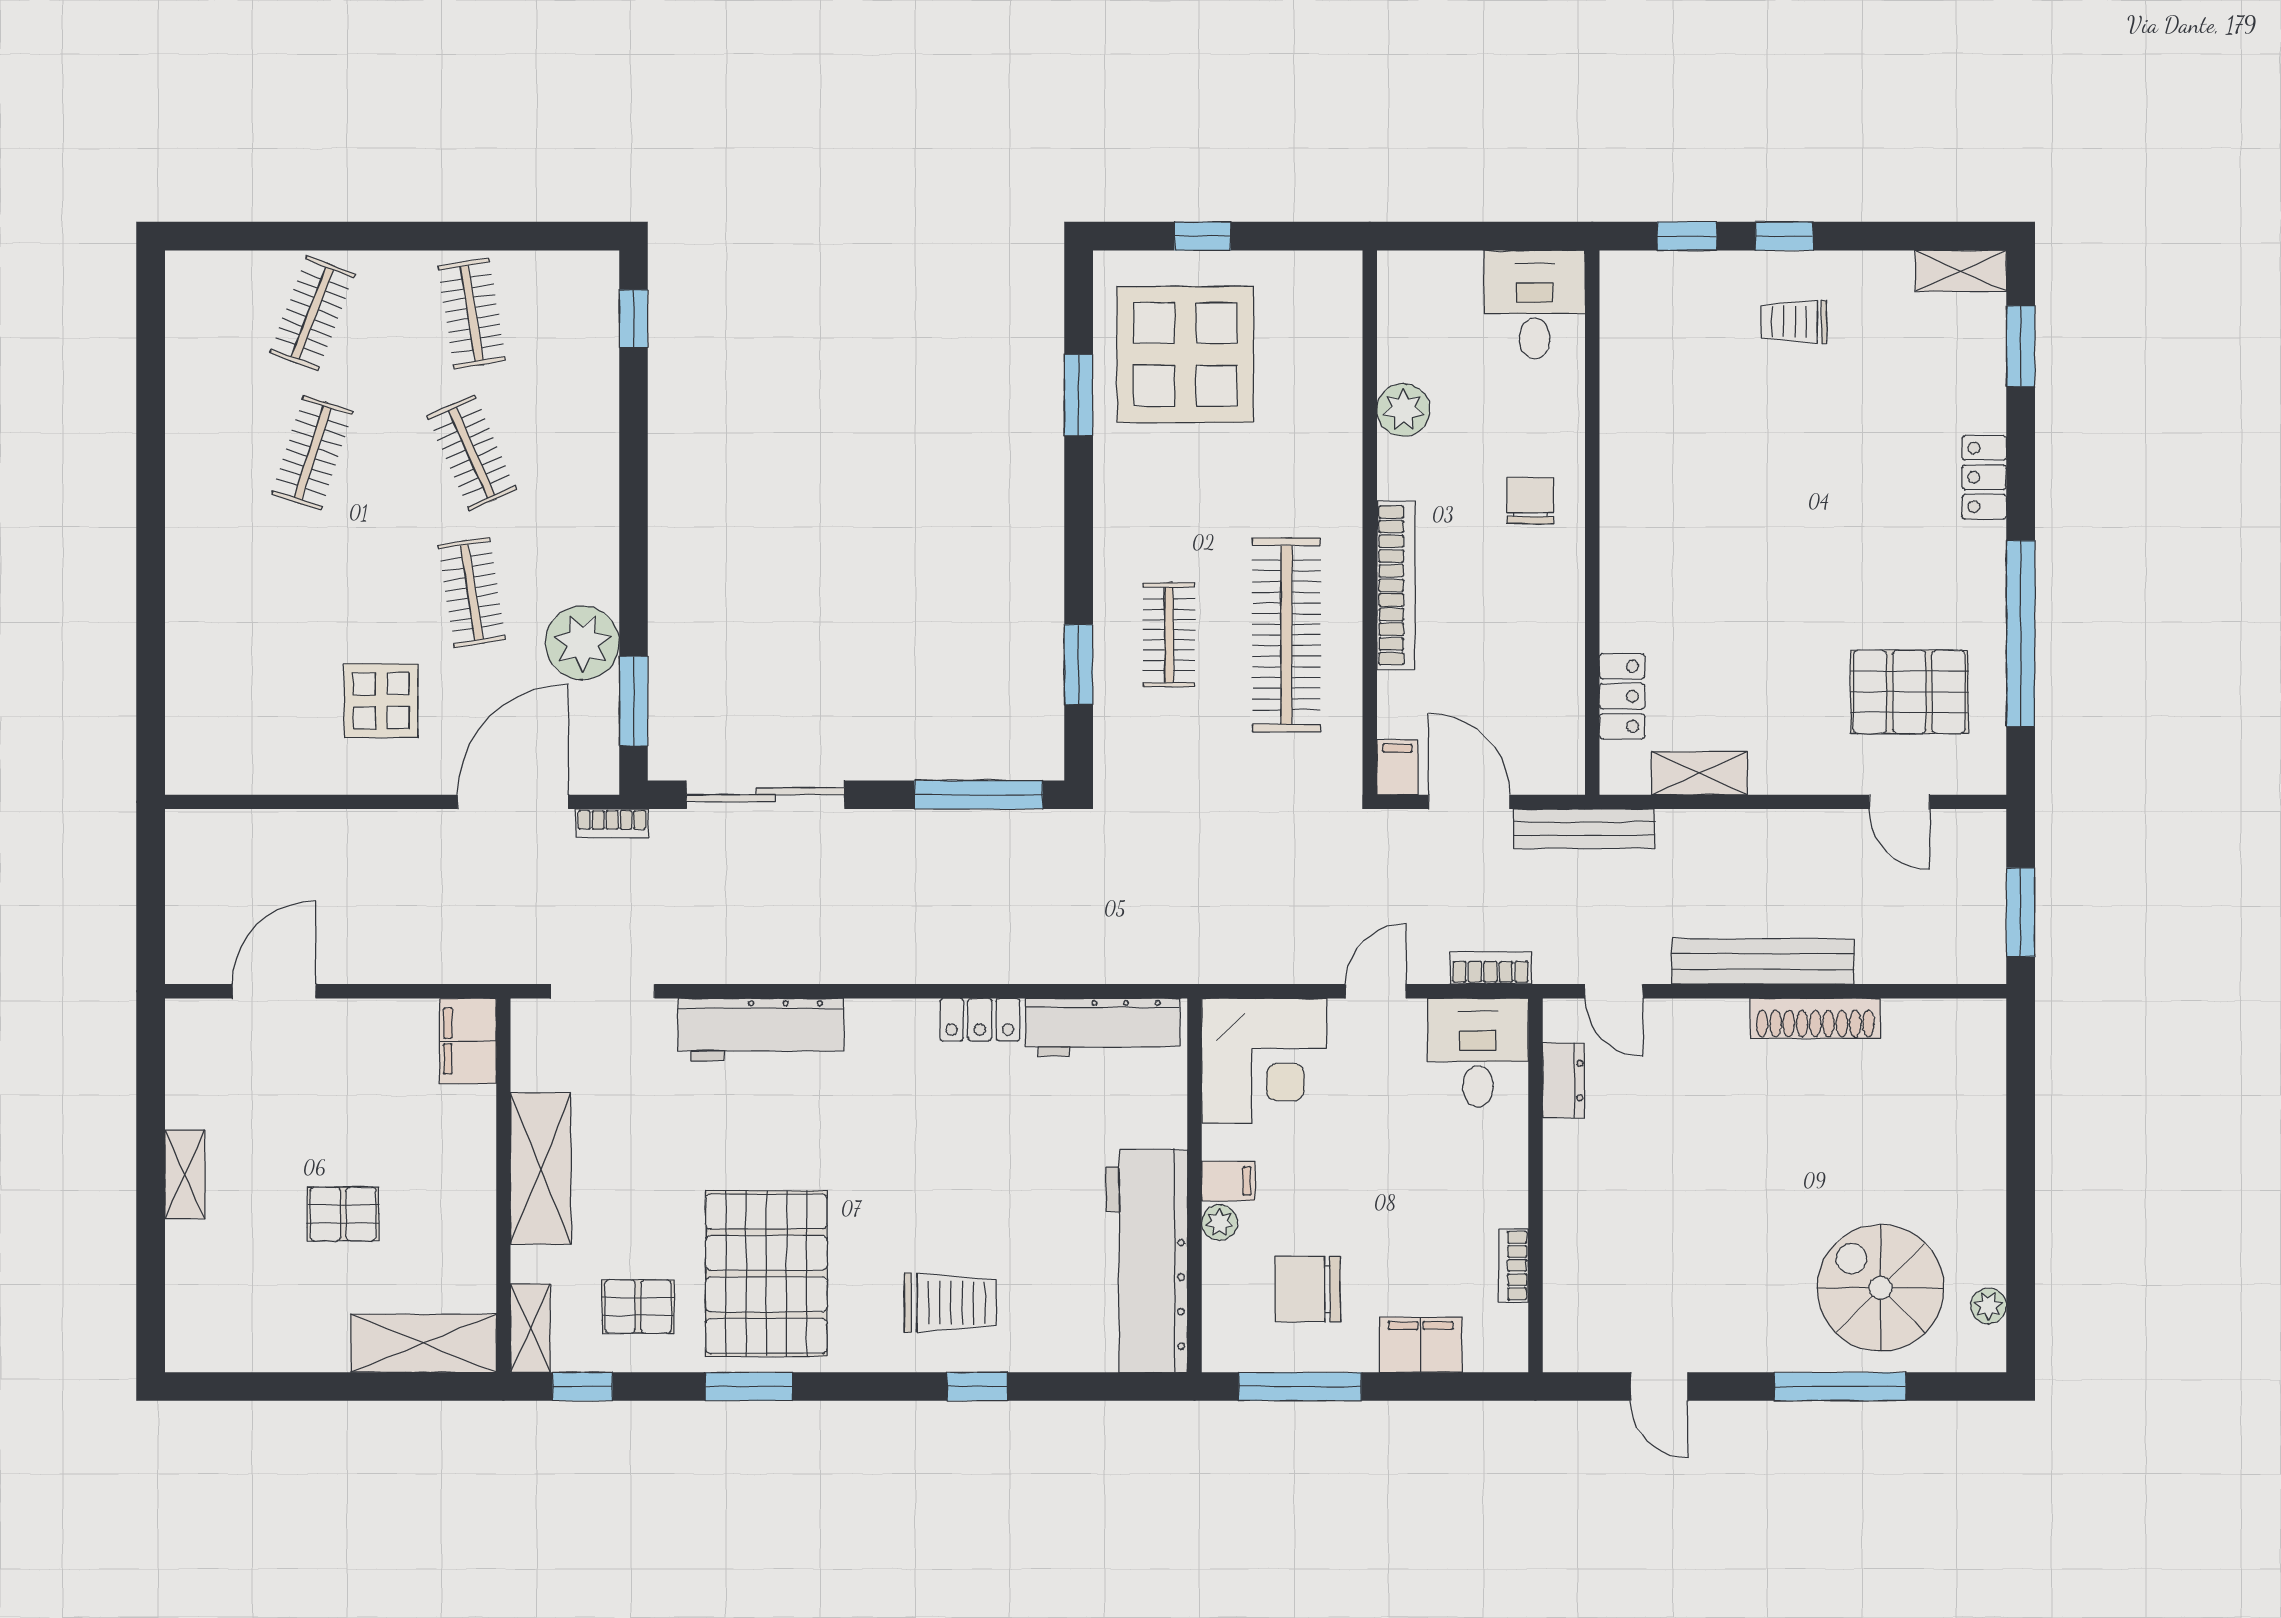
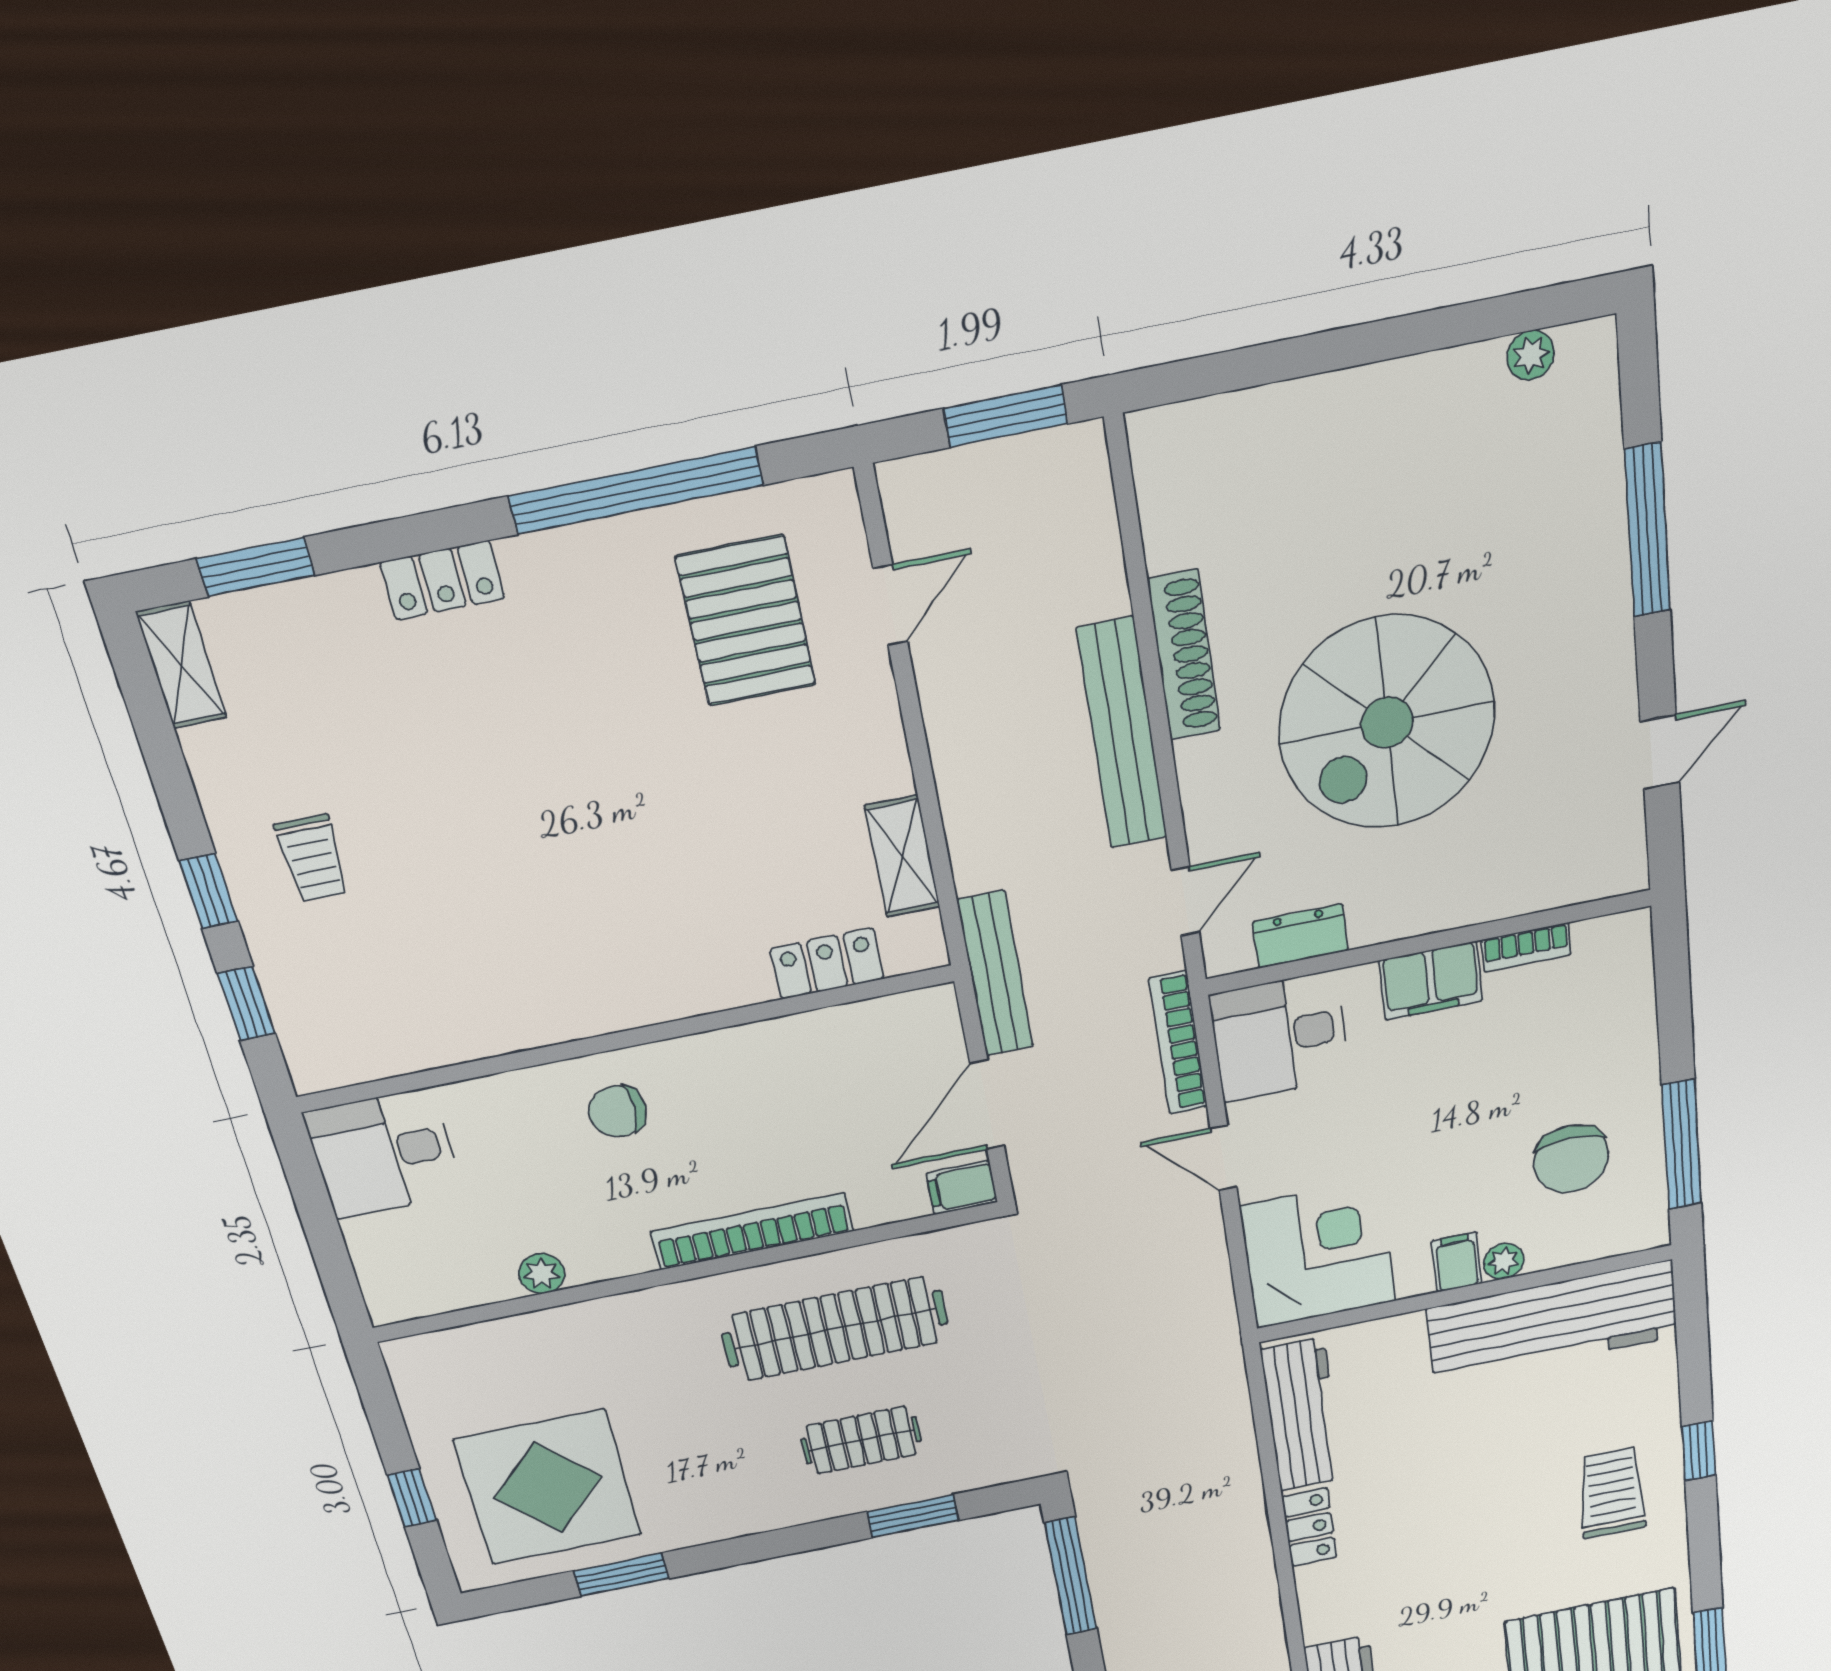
plant: (1403, 410) -> (542, 1274), width x0.73, depth x0.73
bookcase: (1490, 968) -> (1178, 1043), width x1.56
spiral stairs: (1881, 1288) -> (1387, 723), moved, width x1.37, depth x1.37
filing cabinet: (1421, 1345) -> (1431, 981), moved, turned -90

